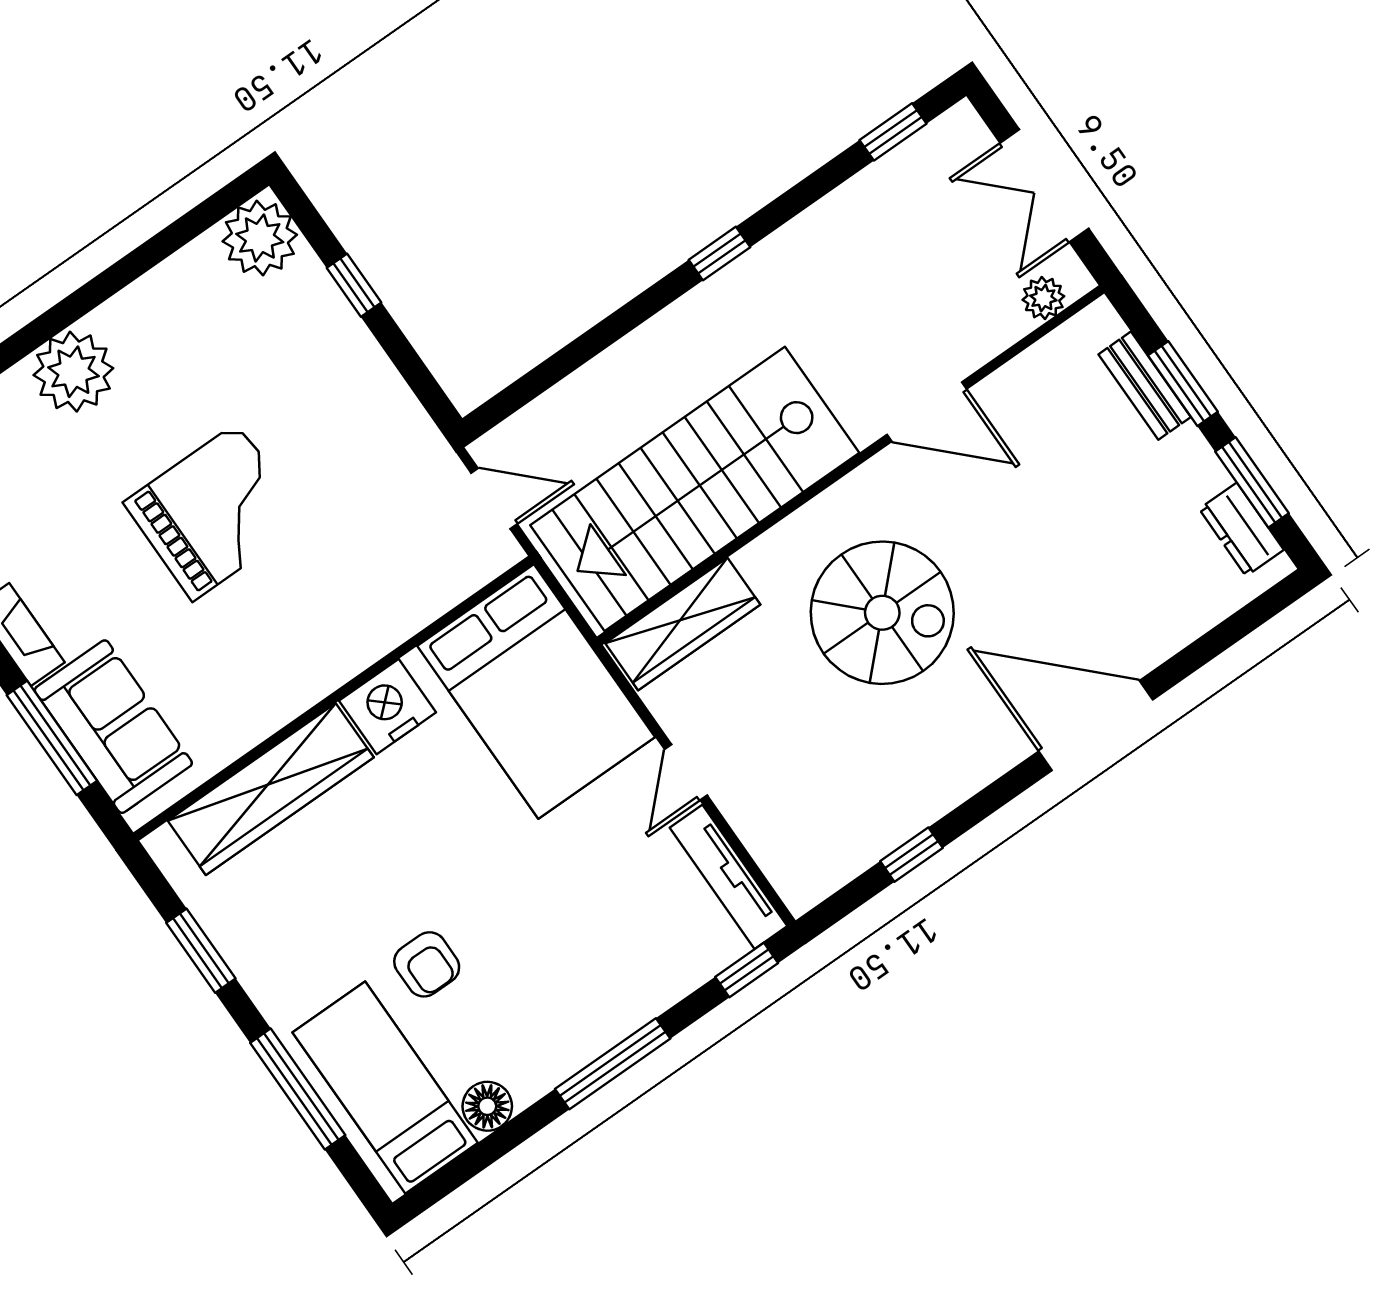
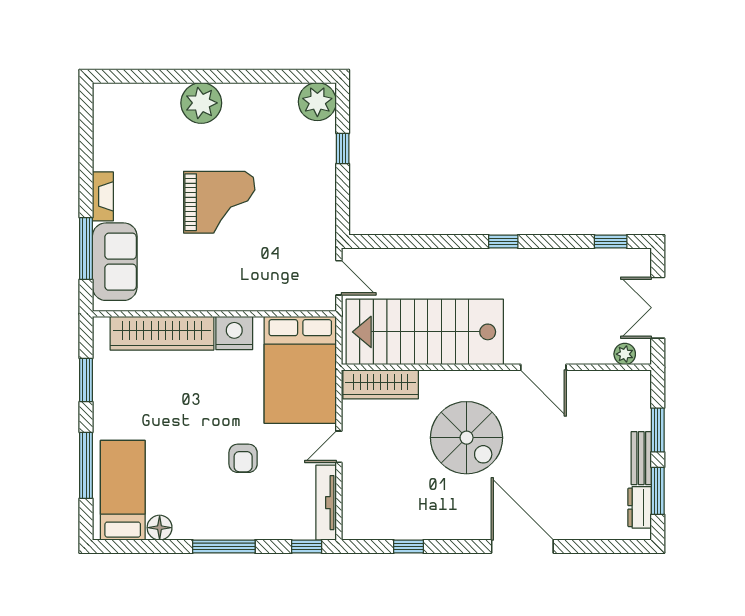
bench: (1145, 386) -> (641, 458), moved
armchair: (427, 964) -> (243, 458), moved

